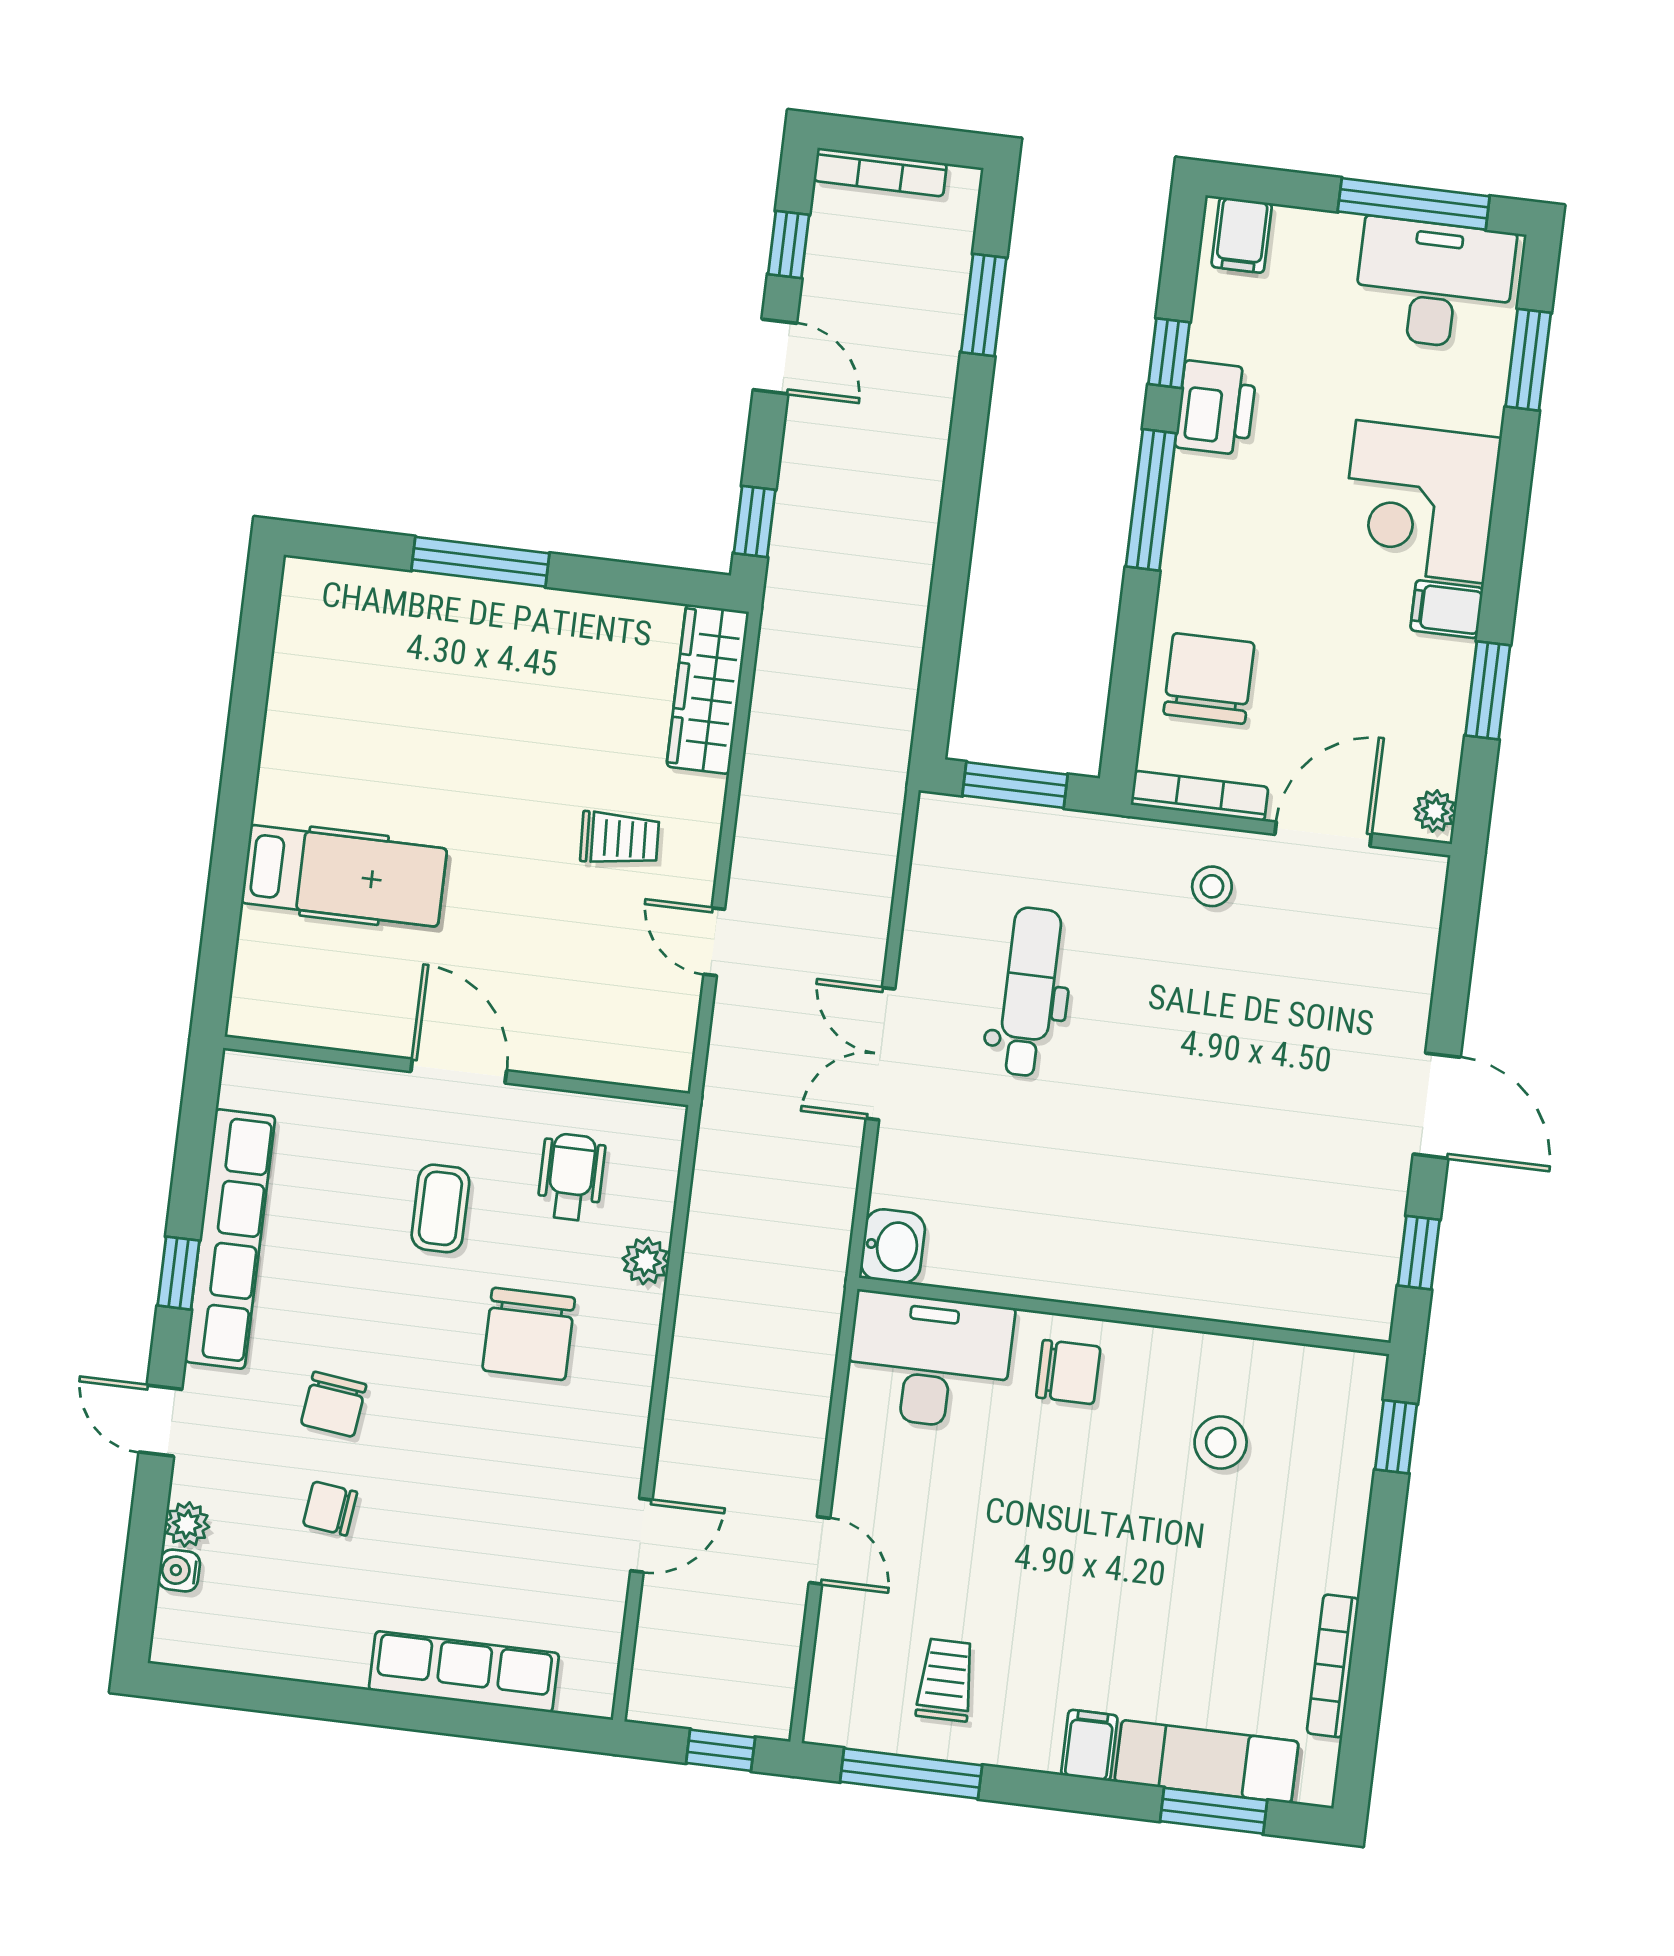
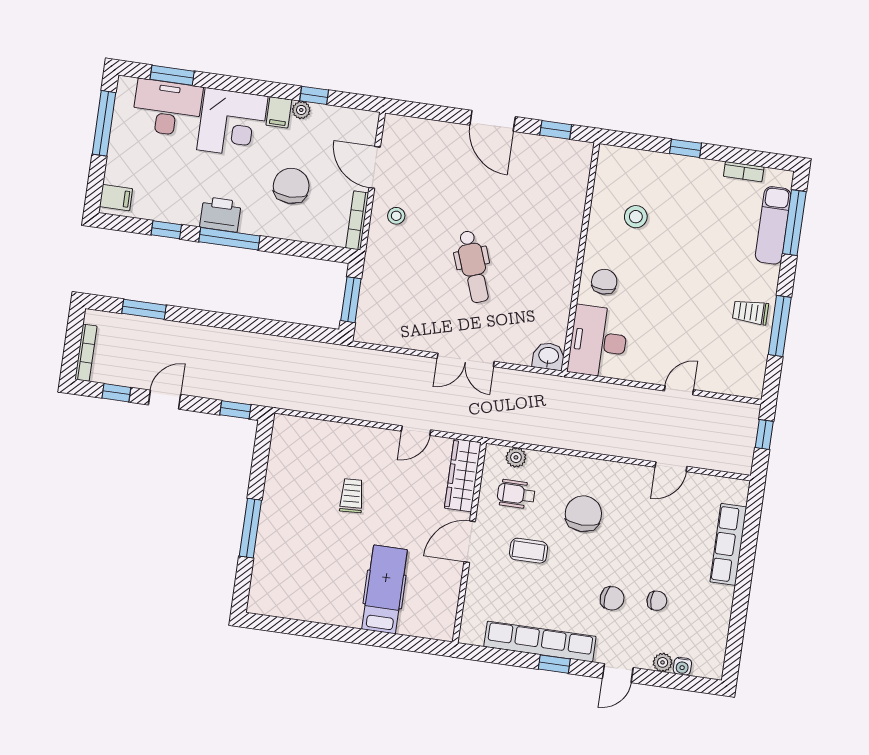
desk: (1434, 284) -> (167, 108), moved, turned 90
printer: (1216, 408) -> (220, 214), moved
chair: (1209, 678) -> (291, 186), moved, turned 90
wardrobe: (708, 689) -> (463, 475), moved, turned 90
window: (1488, 690) -> (314, 95), width x0.67
plant: (1435, 811) -> (301, 110), moved
trolley: (620, 839) -> (352, 496), moved
dental chair: (1029, 992) -> (473, 267), moved, turned -110
door: (1437, 1106) -> (493, 121), swing flipped
plant: (646, 1261) -> (516, 457), moved
chair: (529, 1334) -> (583, 514), turned -90
window: (1396, 1437) -> (686, 148), moved
chair: (330, 1508) -> (657, 601), turned -97
door: (641, 1535) -> (671, 467), swing flipped
bookcase: (1333, 1666) -> (744, 172), width x0.64
trolley: (946, 1680) -> (751, 312), moved
filing cabinet: (1089, 1745) -> (765, 276), removed
window: (911, 1774) -> (780, 326), moved
window: (1214, 1811) -> (794, 223), width x1.44

